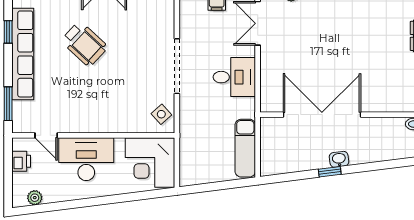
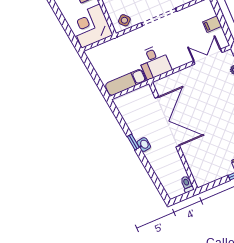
desk: (234, 77) -> (154, 62), moved

